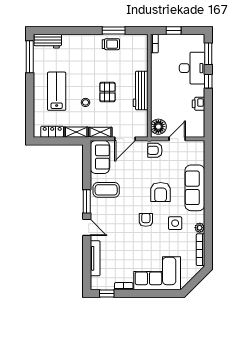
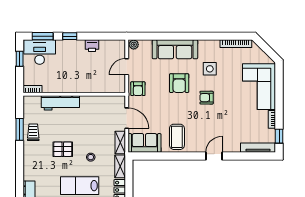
window: (174, 30) -> (20, 59), moved
desk: (192, 68) -> (40, 52), moved
workbench: (141, 90) -> (60, 103), moved
pallet: (107, 92) -> (63, 149), moved
floor lamp: (158, 127) -> (115, 85), removed
door: (177, 139) -> (127, 67), hinge flipped
armchair: (161, 192) -> (179, 83), turned 90
window: (87, 201) -> (188, 156), removed
plant: (200, 228) -> (134, 45), moved
tv unit: (95, 258) -> (258, 148), moved

